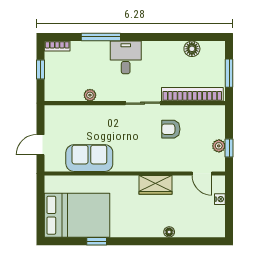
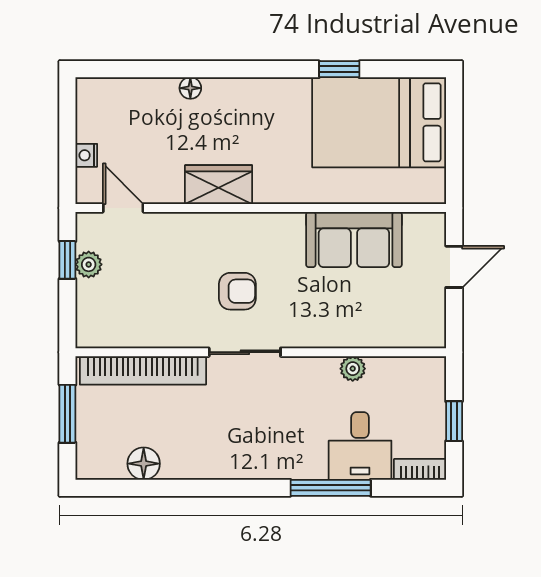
desk: (126, 57) -> (360, 446), moved
armchair: (171, 129) -> (237, 291), moved

